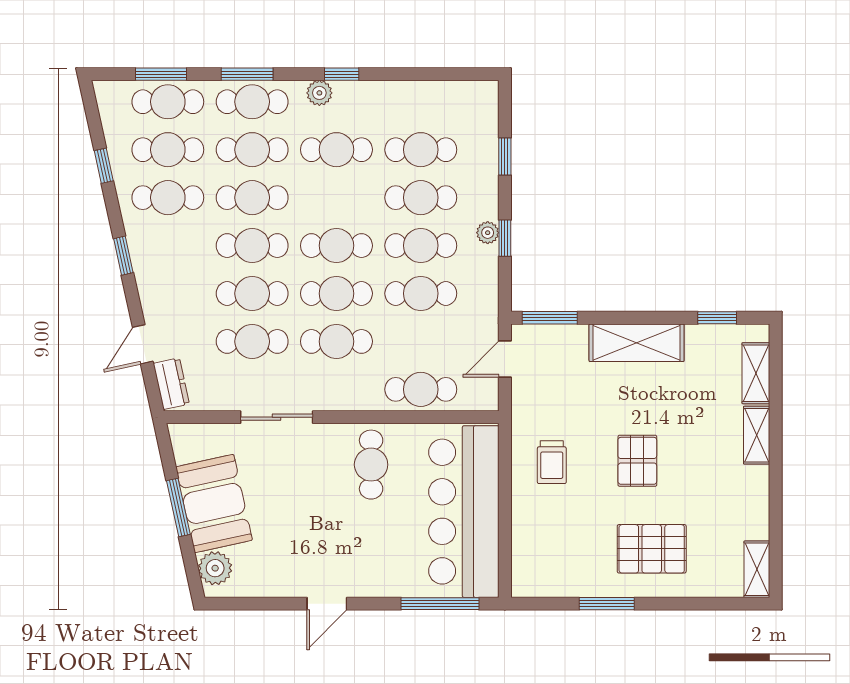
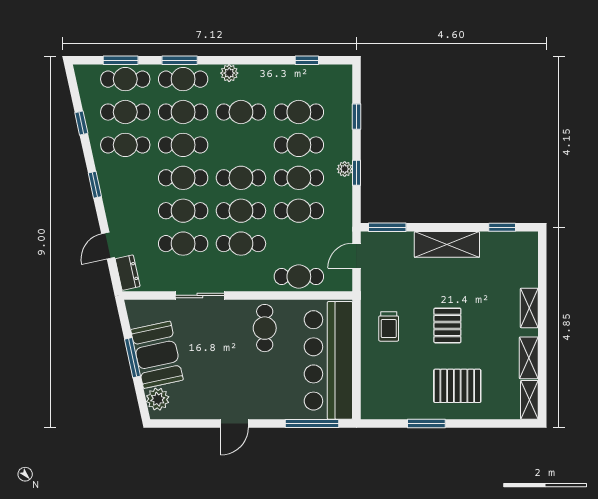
window: (342, 74) -> (307, 60), moved
shelving: (756, 373) -> (529, 358), moved

